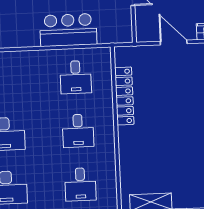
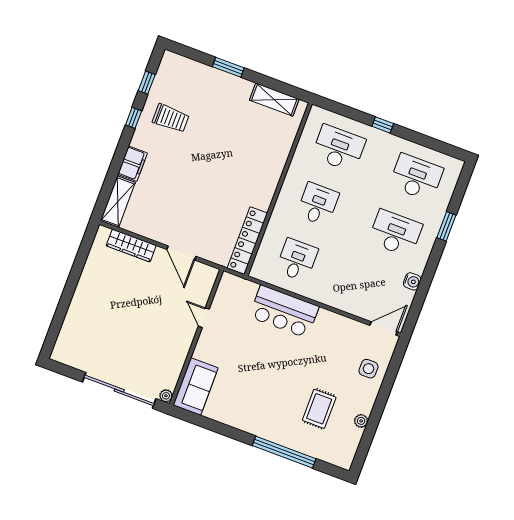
locker: (124, 96) -> (247, 241), moved
desk: (80, 184) -> (339, 148), width x1.37

